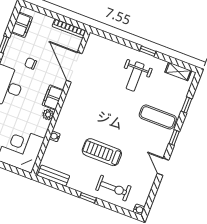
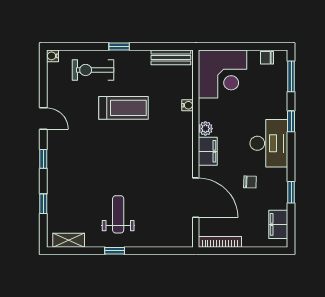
exercise mat: (158, 117) -> (72, 176), removed

